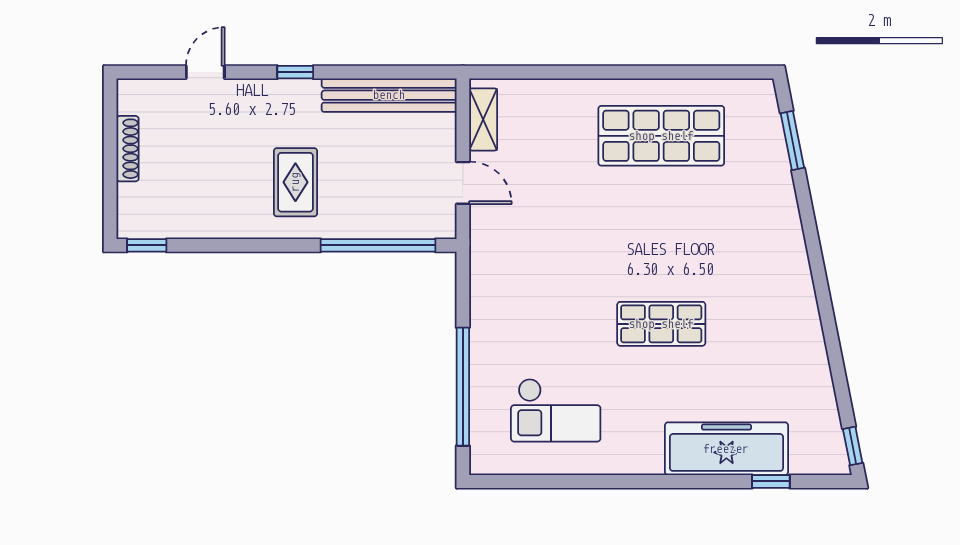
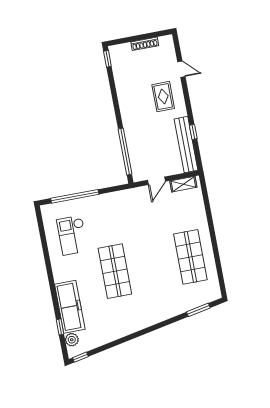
window: (295, 72) -> (193, 132), moved
rug: (295, 182) -> (163, 97), moved, turned 90
shop shelf: (661, 324) -> (115, 271), width x1.43, depth x1.36
plant: (807, 459) -> (72, 340), added

